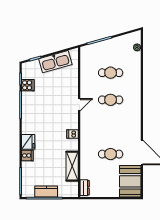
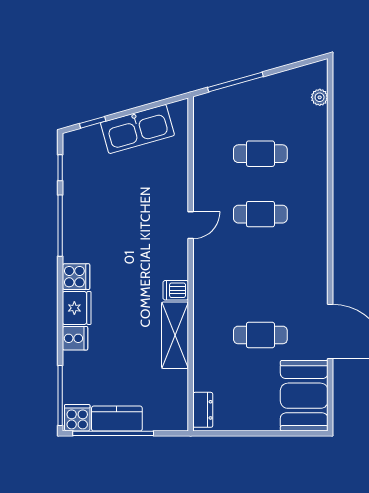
cooker: (28, 85) -> (76, 277), moved
shelving: (72, 166) -> (175, 335), moved
cooker: (28, 191) -> (77, 418), added

